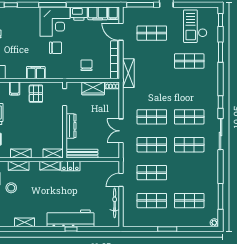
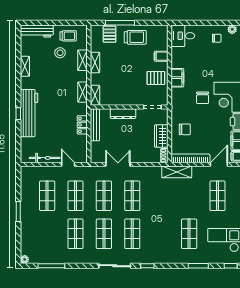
locker: (70, 166) -> (82, 125), moved
shop shelf: (189, 201) -> (75, 234), moved

